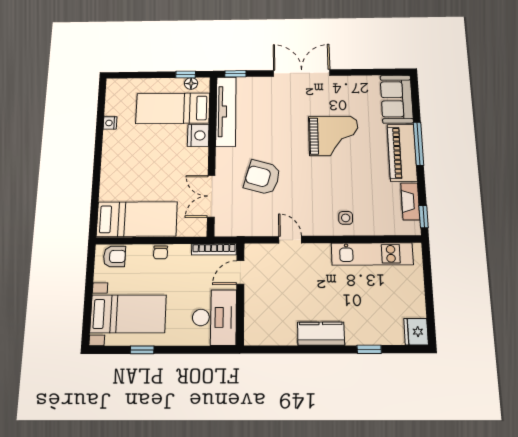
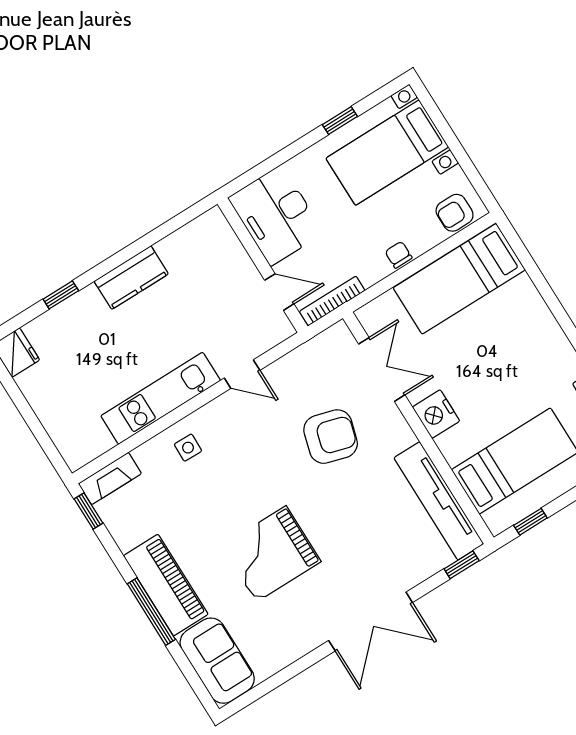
floor lamp: (191, 83) -> (514, 513), removed
nightstand: (198, 135) -> (436, 414), moved
fireplace: (410, 201) -> (110, 478), moved, turned 90
kitchen unit: (372, 254) -> (161, 398), moved
door: (240, 273) -> (279, 292), hinge flipped

